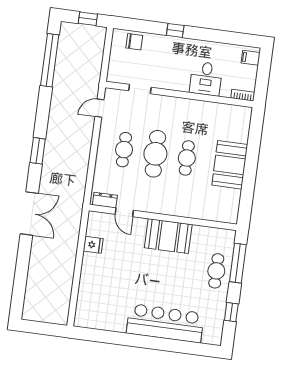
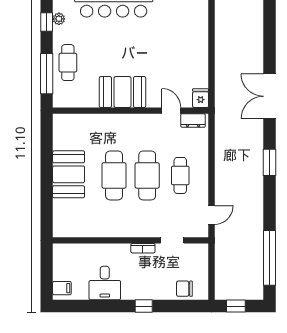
desk: (206, 79) -> (105, 283), moved, turned 180
bookcase: (243, 95) -> (143, 248), moved
cafe table: (187, 158) -> (114, 175), width x1.37, depth x1.35
fridge: (93, 245) -> (201, 98), moved, turned 90
plant: (219, 314) -> (59, 19), added

